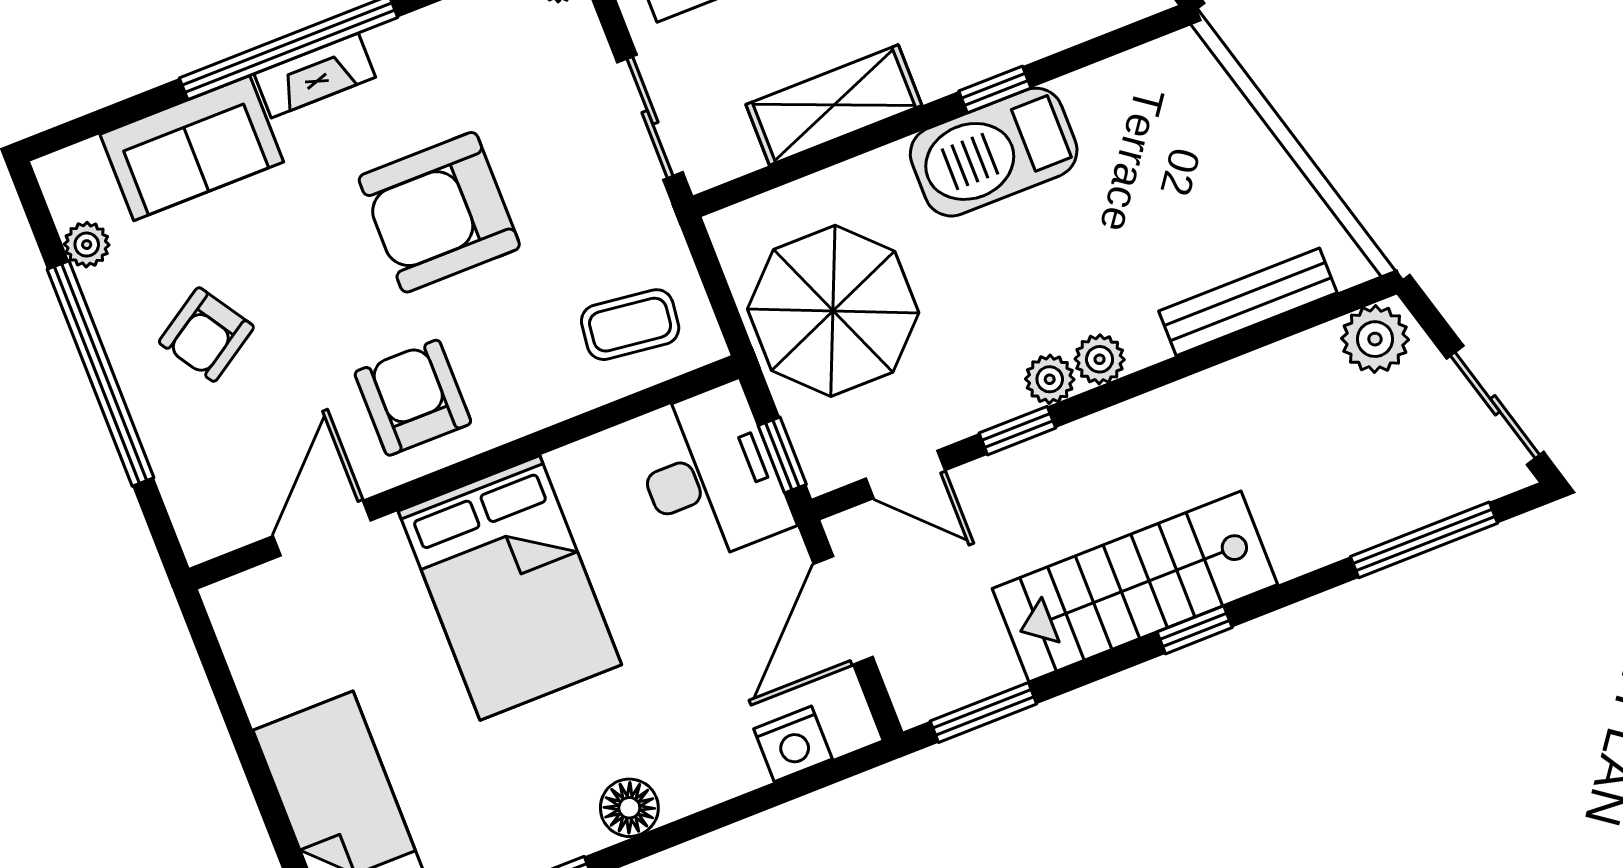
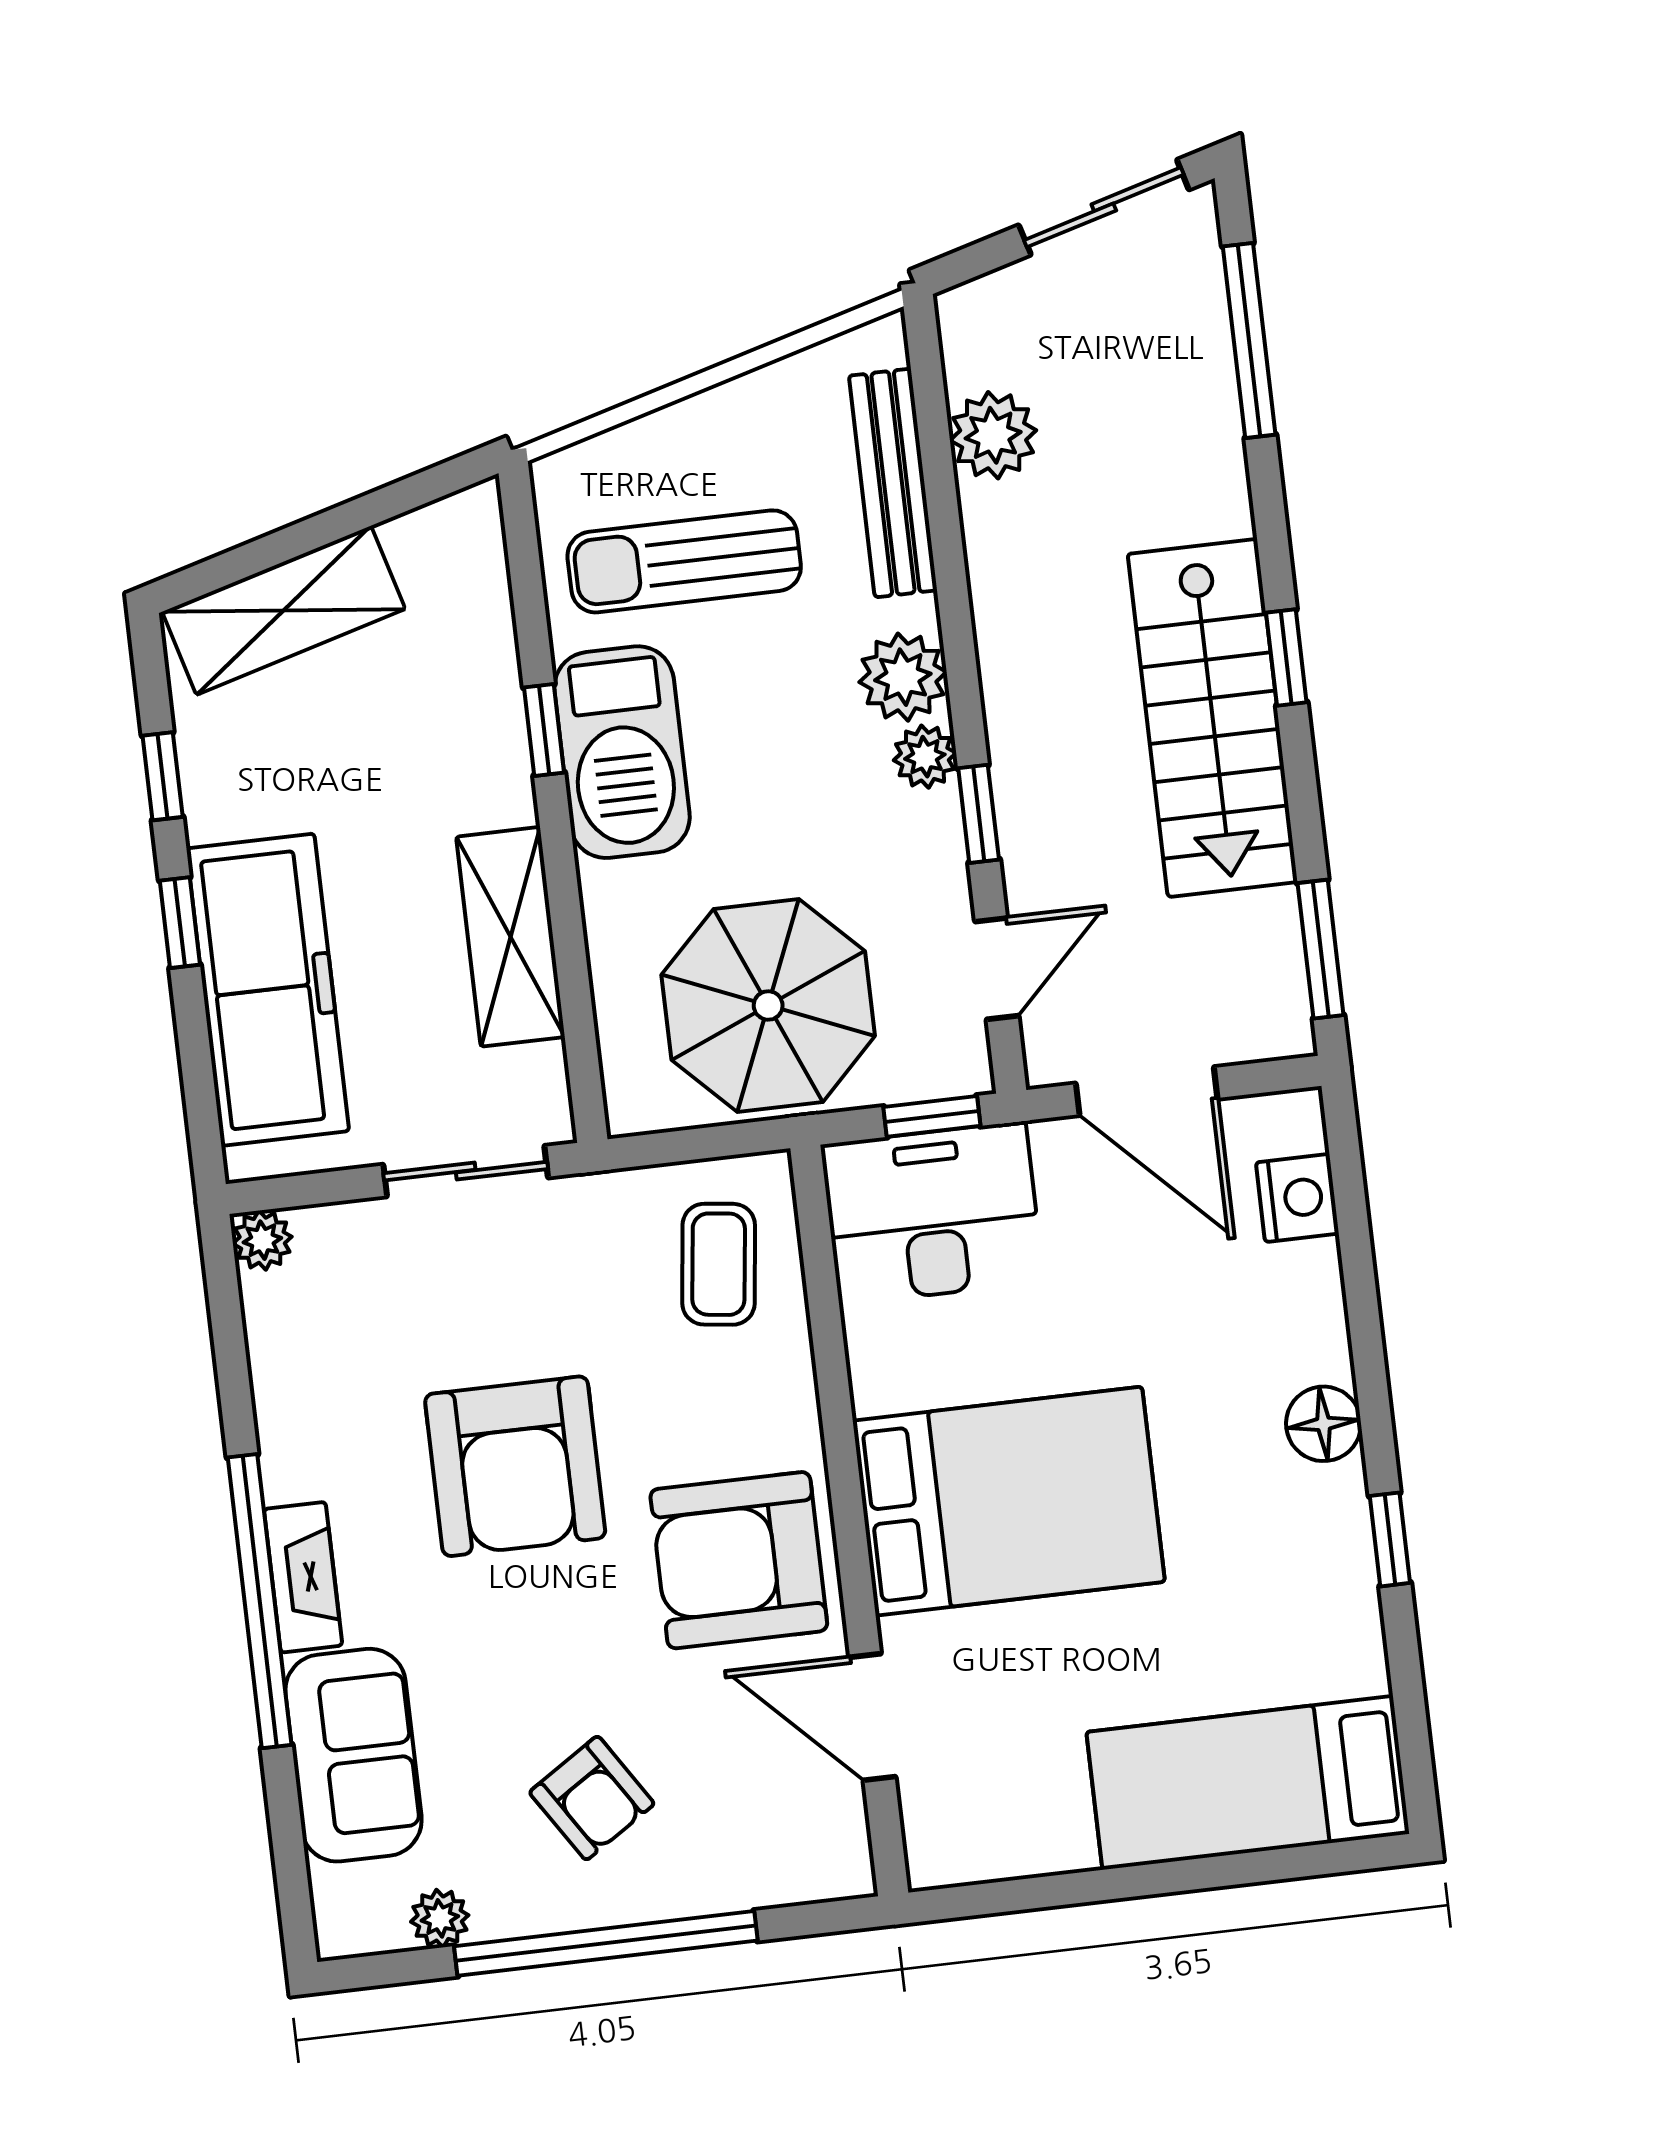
sun lounger: (1148, 161) -> (684, 561), added
plant: (1375, 339) -> (993, 435), moved
plant: (1100, 359) -> (903, 677), width x1.38, depth x1.38
armchair: (413, 398) -> (739, 1560), width x1.36, depth x1.36

